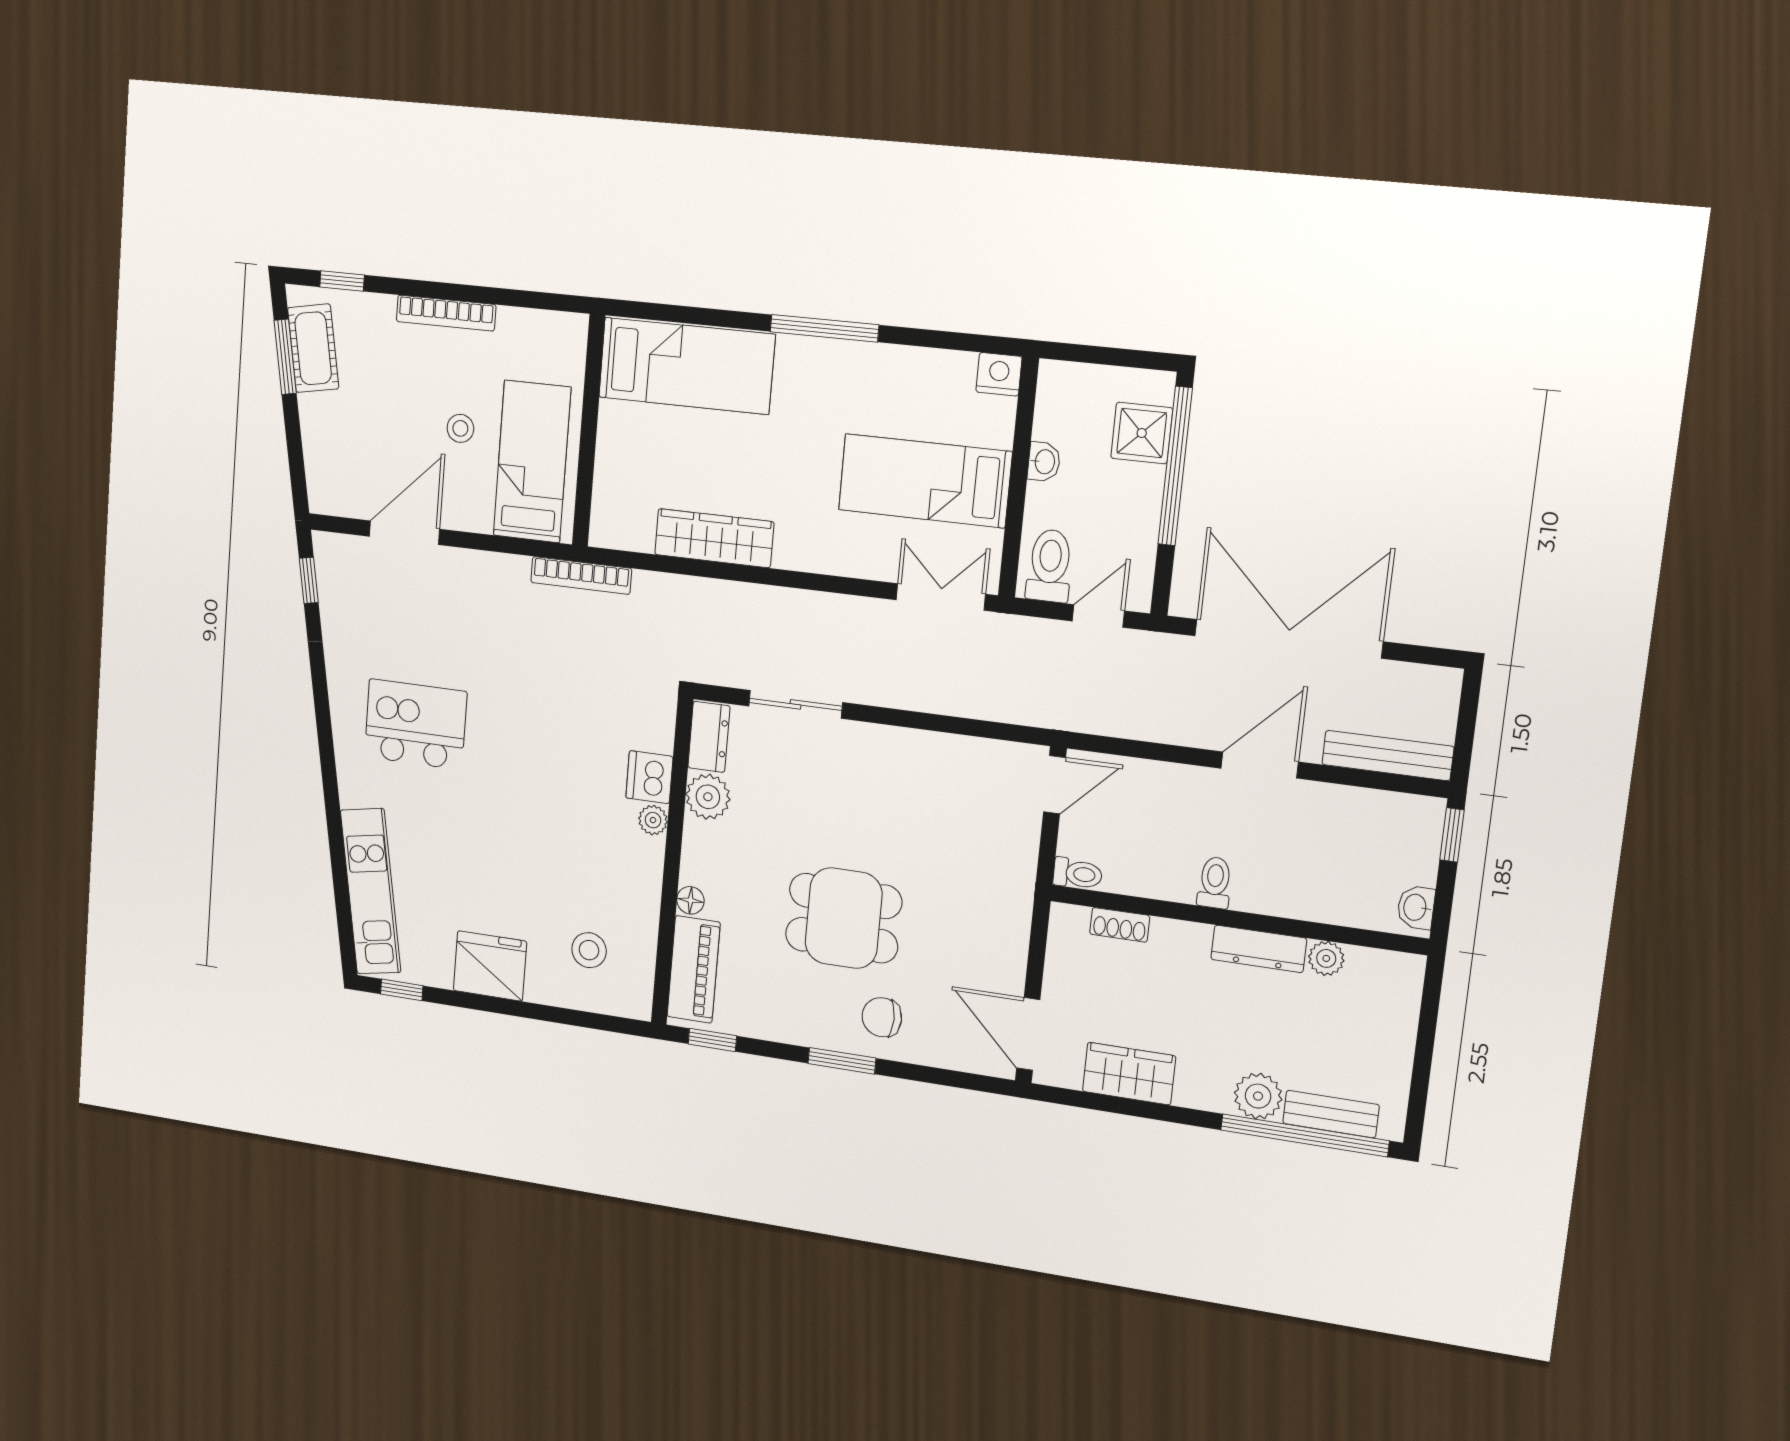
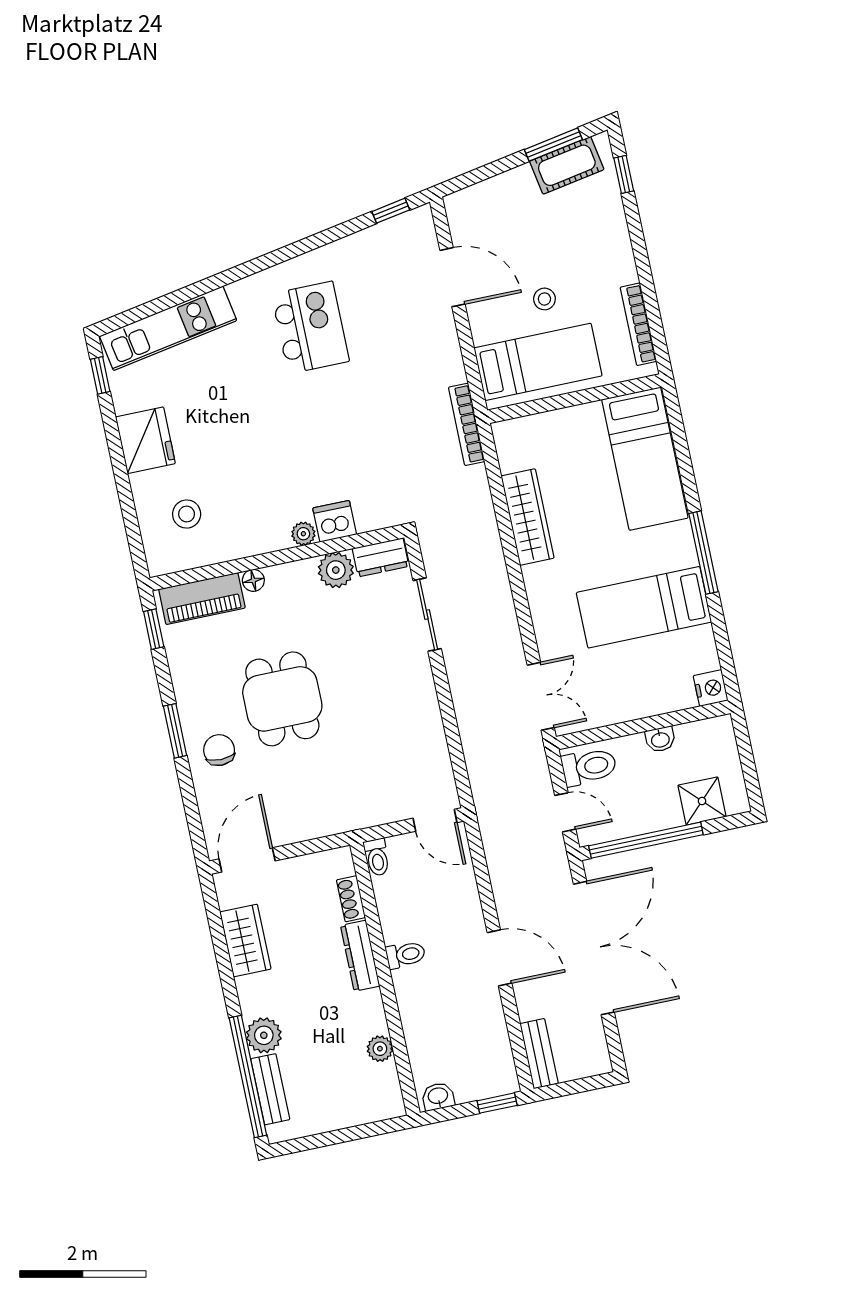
bookcase: (446, 313) -> (638, 324), moved
window: (1175, 466) -> (646, 840), moved
bed: (925, 481) -> (644, 607), moved, turned -90
bench: (1388, 755) -> (539, 1054), width x0.73
dresser: (1259, 949) -> (360, 956), moved

